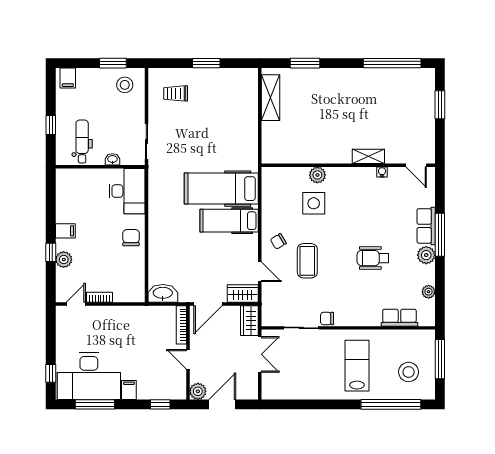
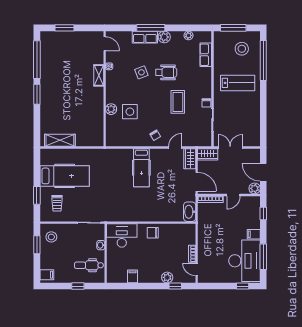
window: (206, 63) -> (37, 195), moved
window: (305, 63) -> (37, 94), moved
door: (416, 165) -> (105, 44), hinge flipped
hospital bed: (221, 189) -> (65, 176), moved, turned -90
side table: (373, 221) -> (141, 72), added
filing cabinet: (65, 231) -> (133, 276), moved
window: (51, 252) -> (175, 286), moved
wheelchair: (373, 258) -> (166, 72), turned -90
coffee table: (307, 261) -> (178, 102), moved, turned 90
lab bench: (357, 366) -> (238, 83), turned 180

